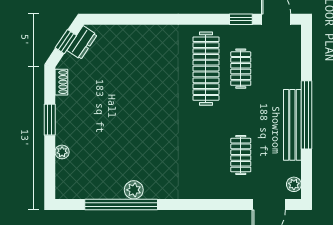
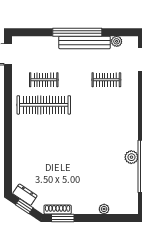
window: (241, 19) -> (8, 80), removed
shoe rack: (61, 82) -> (58, 210), width x1.43
window: (50, 120) -> (63, 218), moved
plant: (294, 184) -> (117, 41), moved

